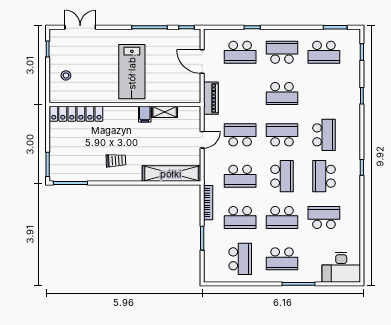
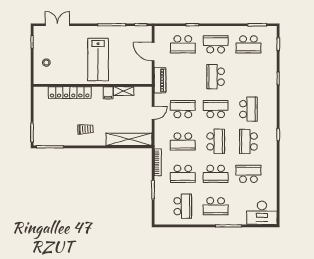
school desk: (282, 94) -> (216, 77), turned 90
locker: (76, 114) -> (70, 93), moved

